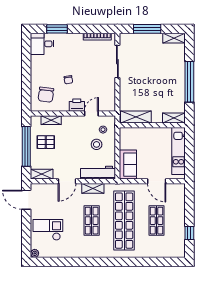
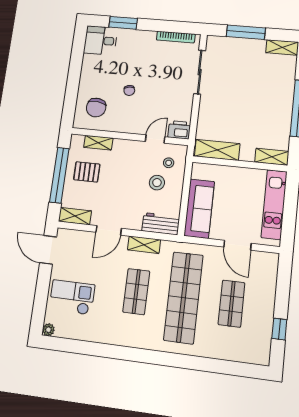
printer: (77, 105) -> (179, 130), moved
sofa: (128, 165) -> (199, 209), width x1.36
workbench: (98, 173) -> (161, 224), width x0.73

